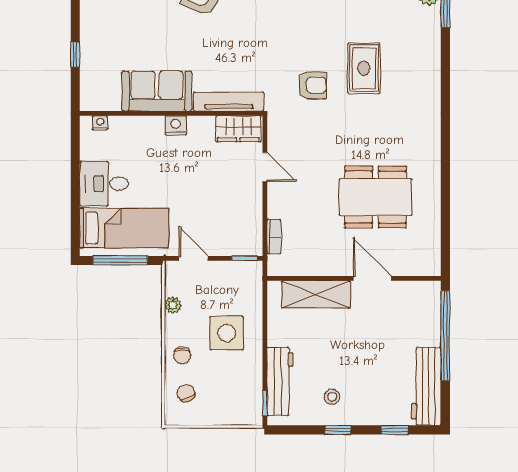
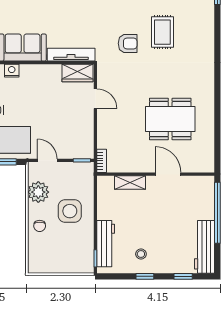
nightstand: (176, 125) -> (12, 71), moved
bookcase: (274, 237) -> (102, 161), moved
shelving: (316, 294) -> (130, 182), width x0.67, depth x0.75
plant: (173, 305) -> (38, 192), width x1.88, depth x1.88
chair: (186, 393) -> (42, 252), removed

